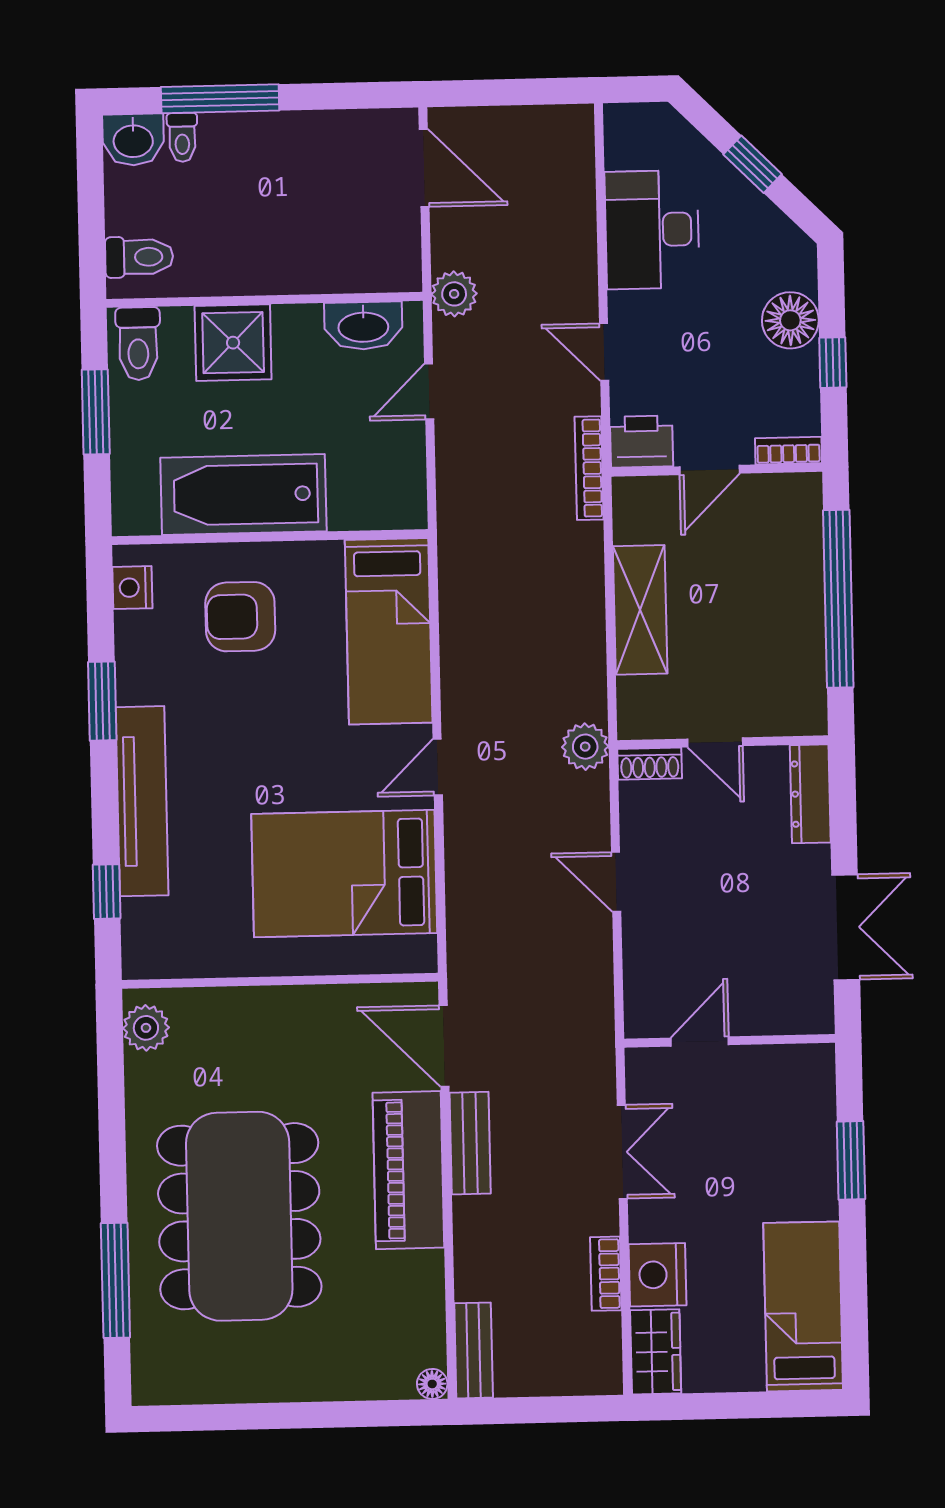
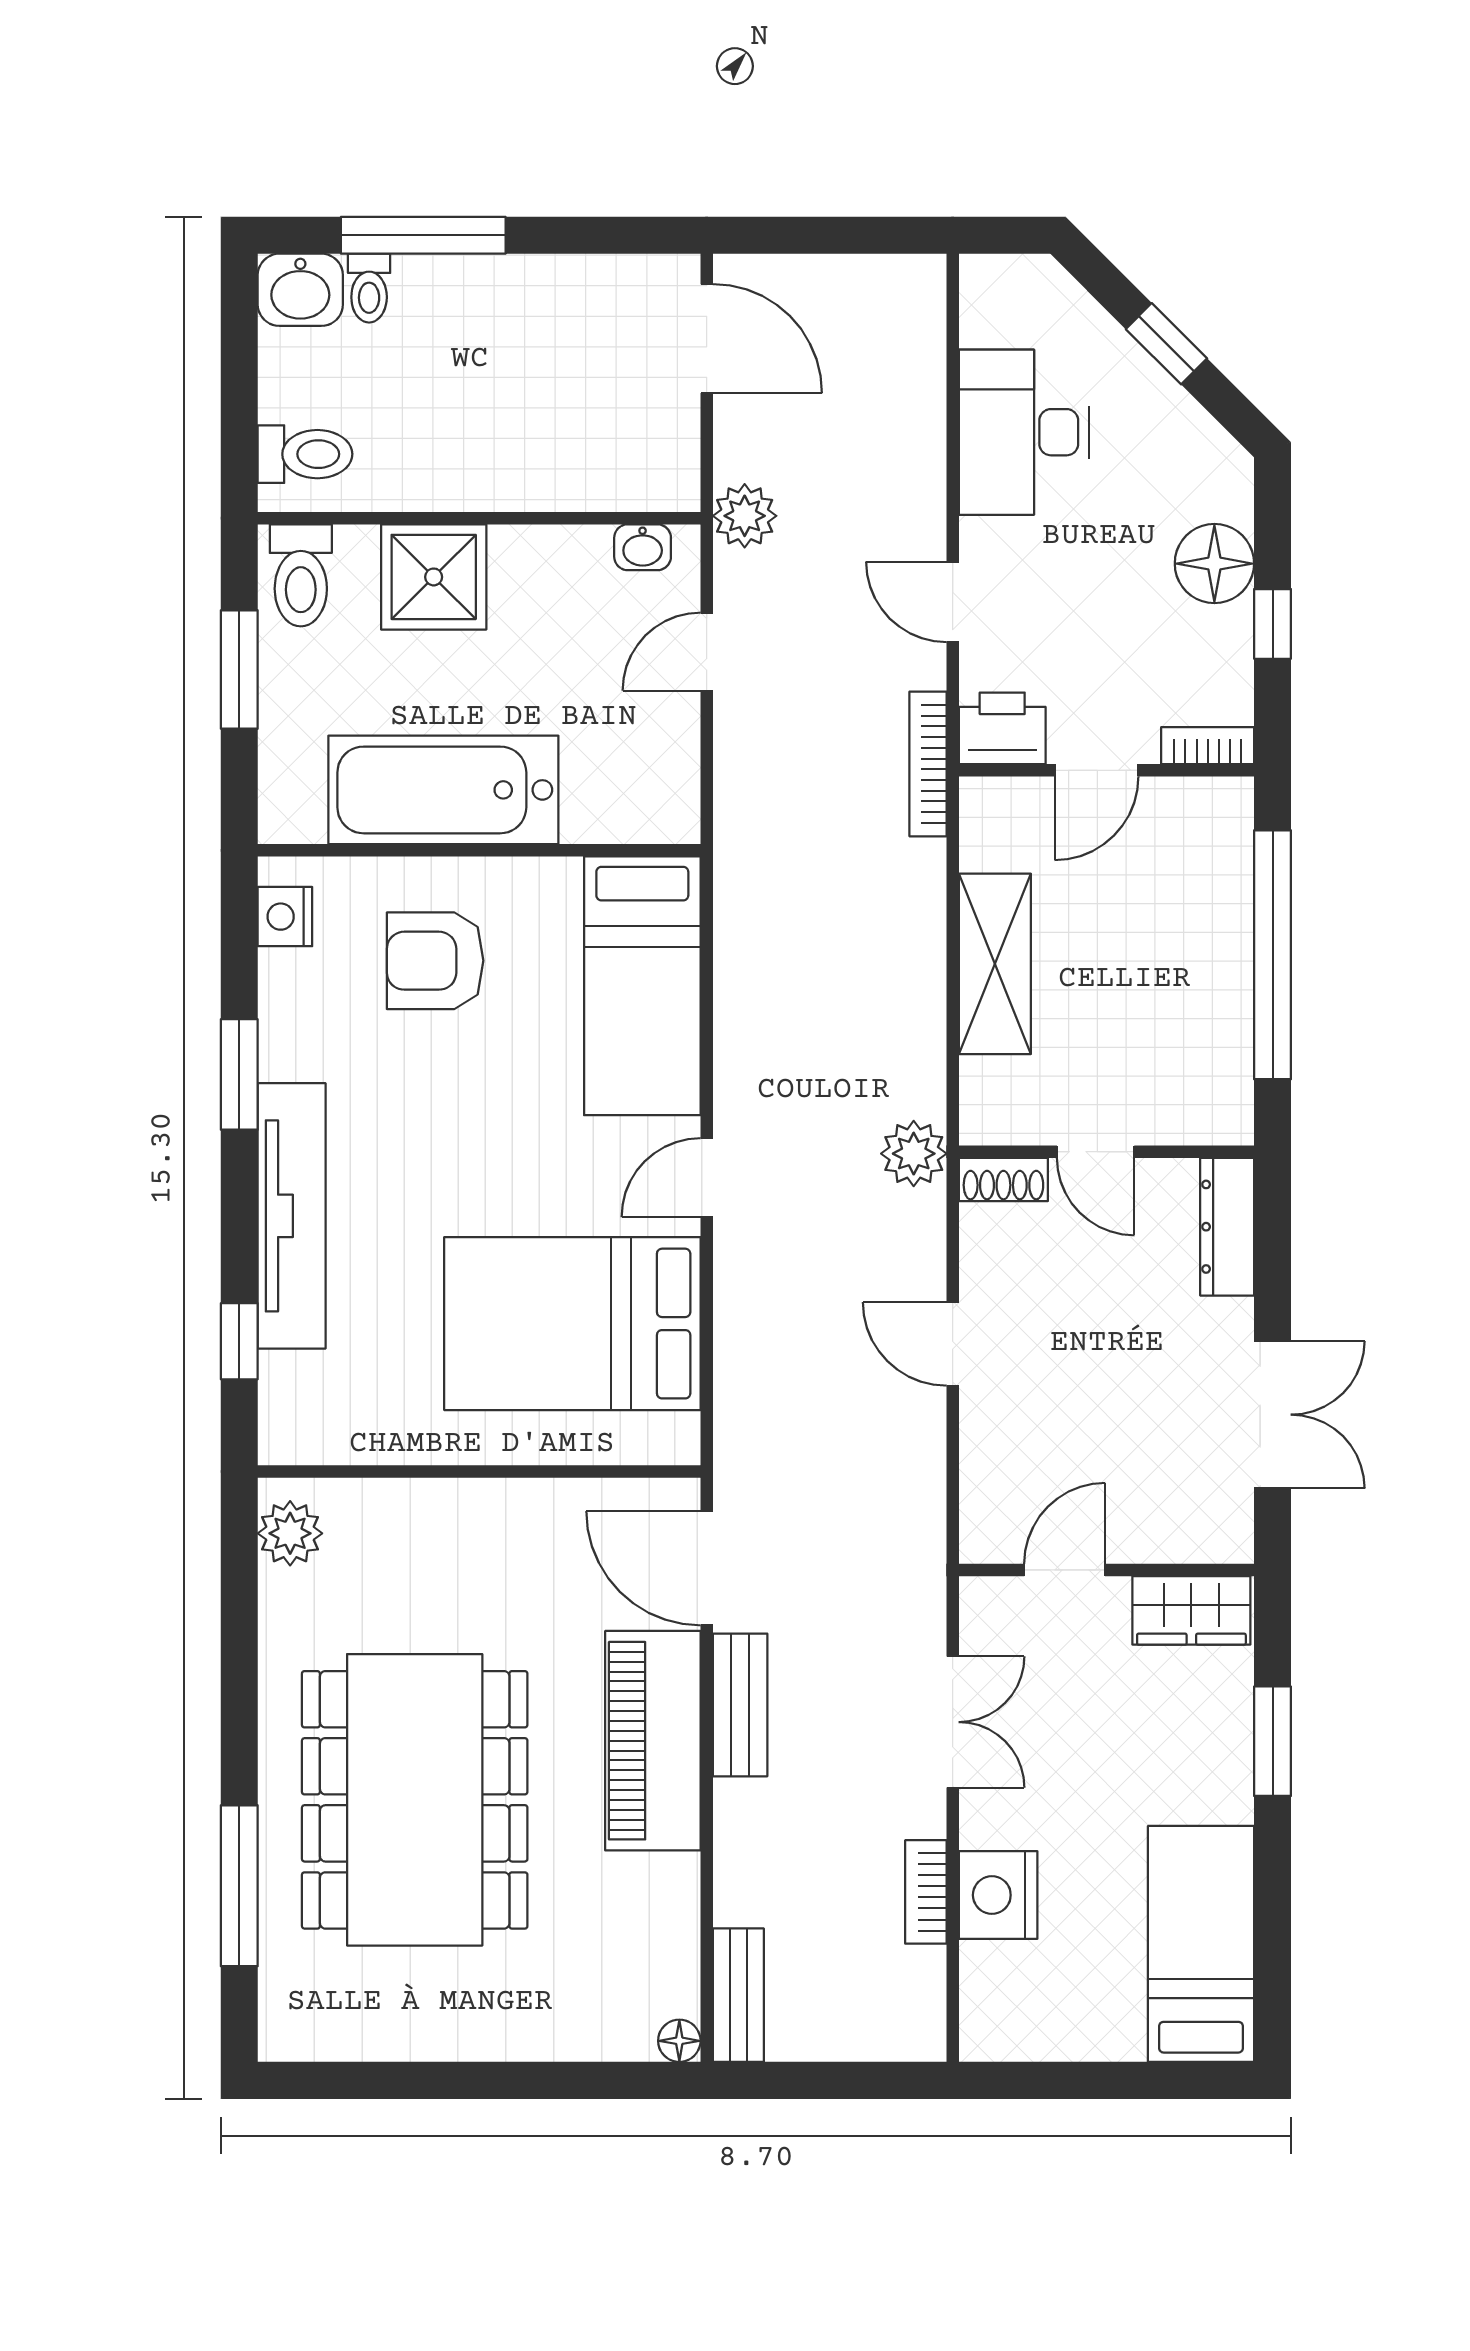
washbasin: (363, 326) -> (643, 547), width x0.52, depth x0.69
wardrobe: (656, 1352) -> (1191, 1610), moved, turned 90

